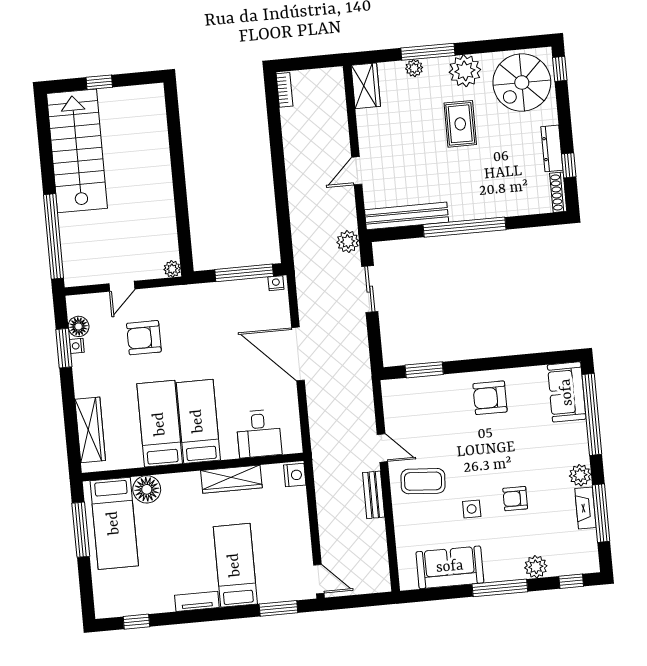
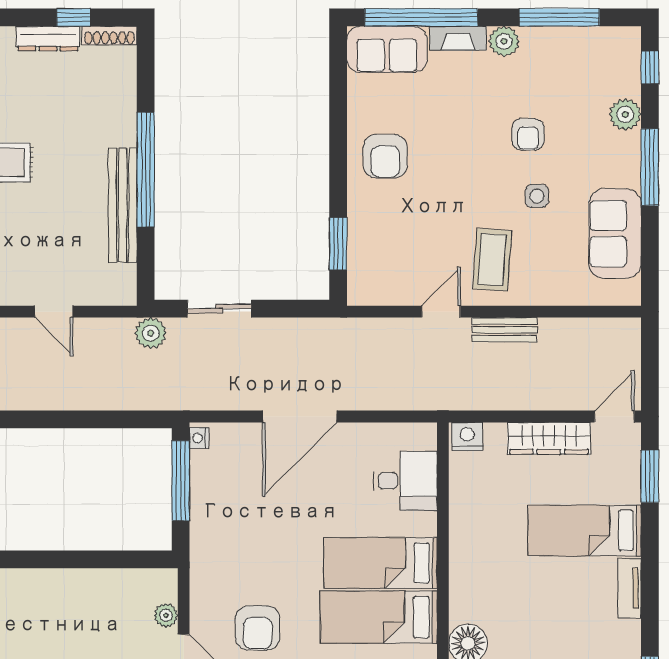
bench: (407, 216) -> (123, 205), moved
plant: (172, 269) -> (166, 615), moved
wardrobe: (231, 479) -> (549, 438), moved, turned 90
fireplace: (585, 508) -> (458, 38), moved

